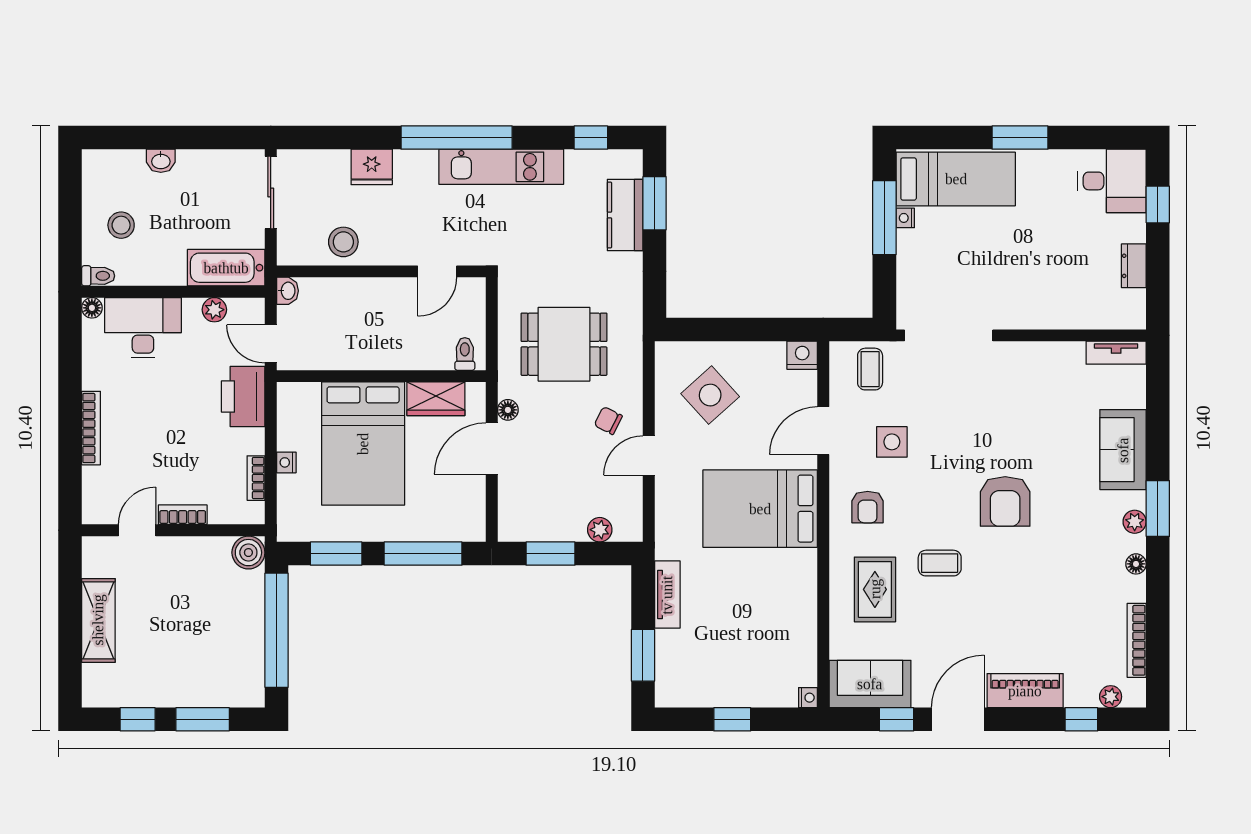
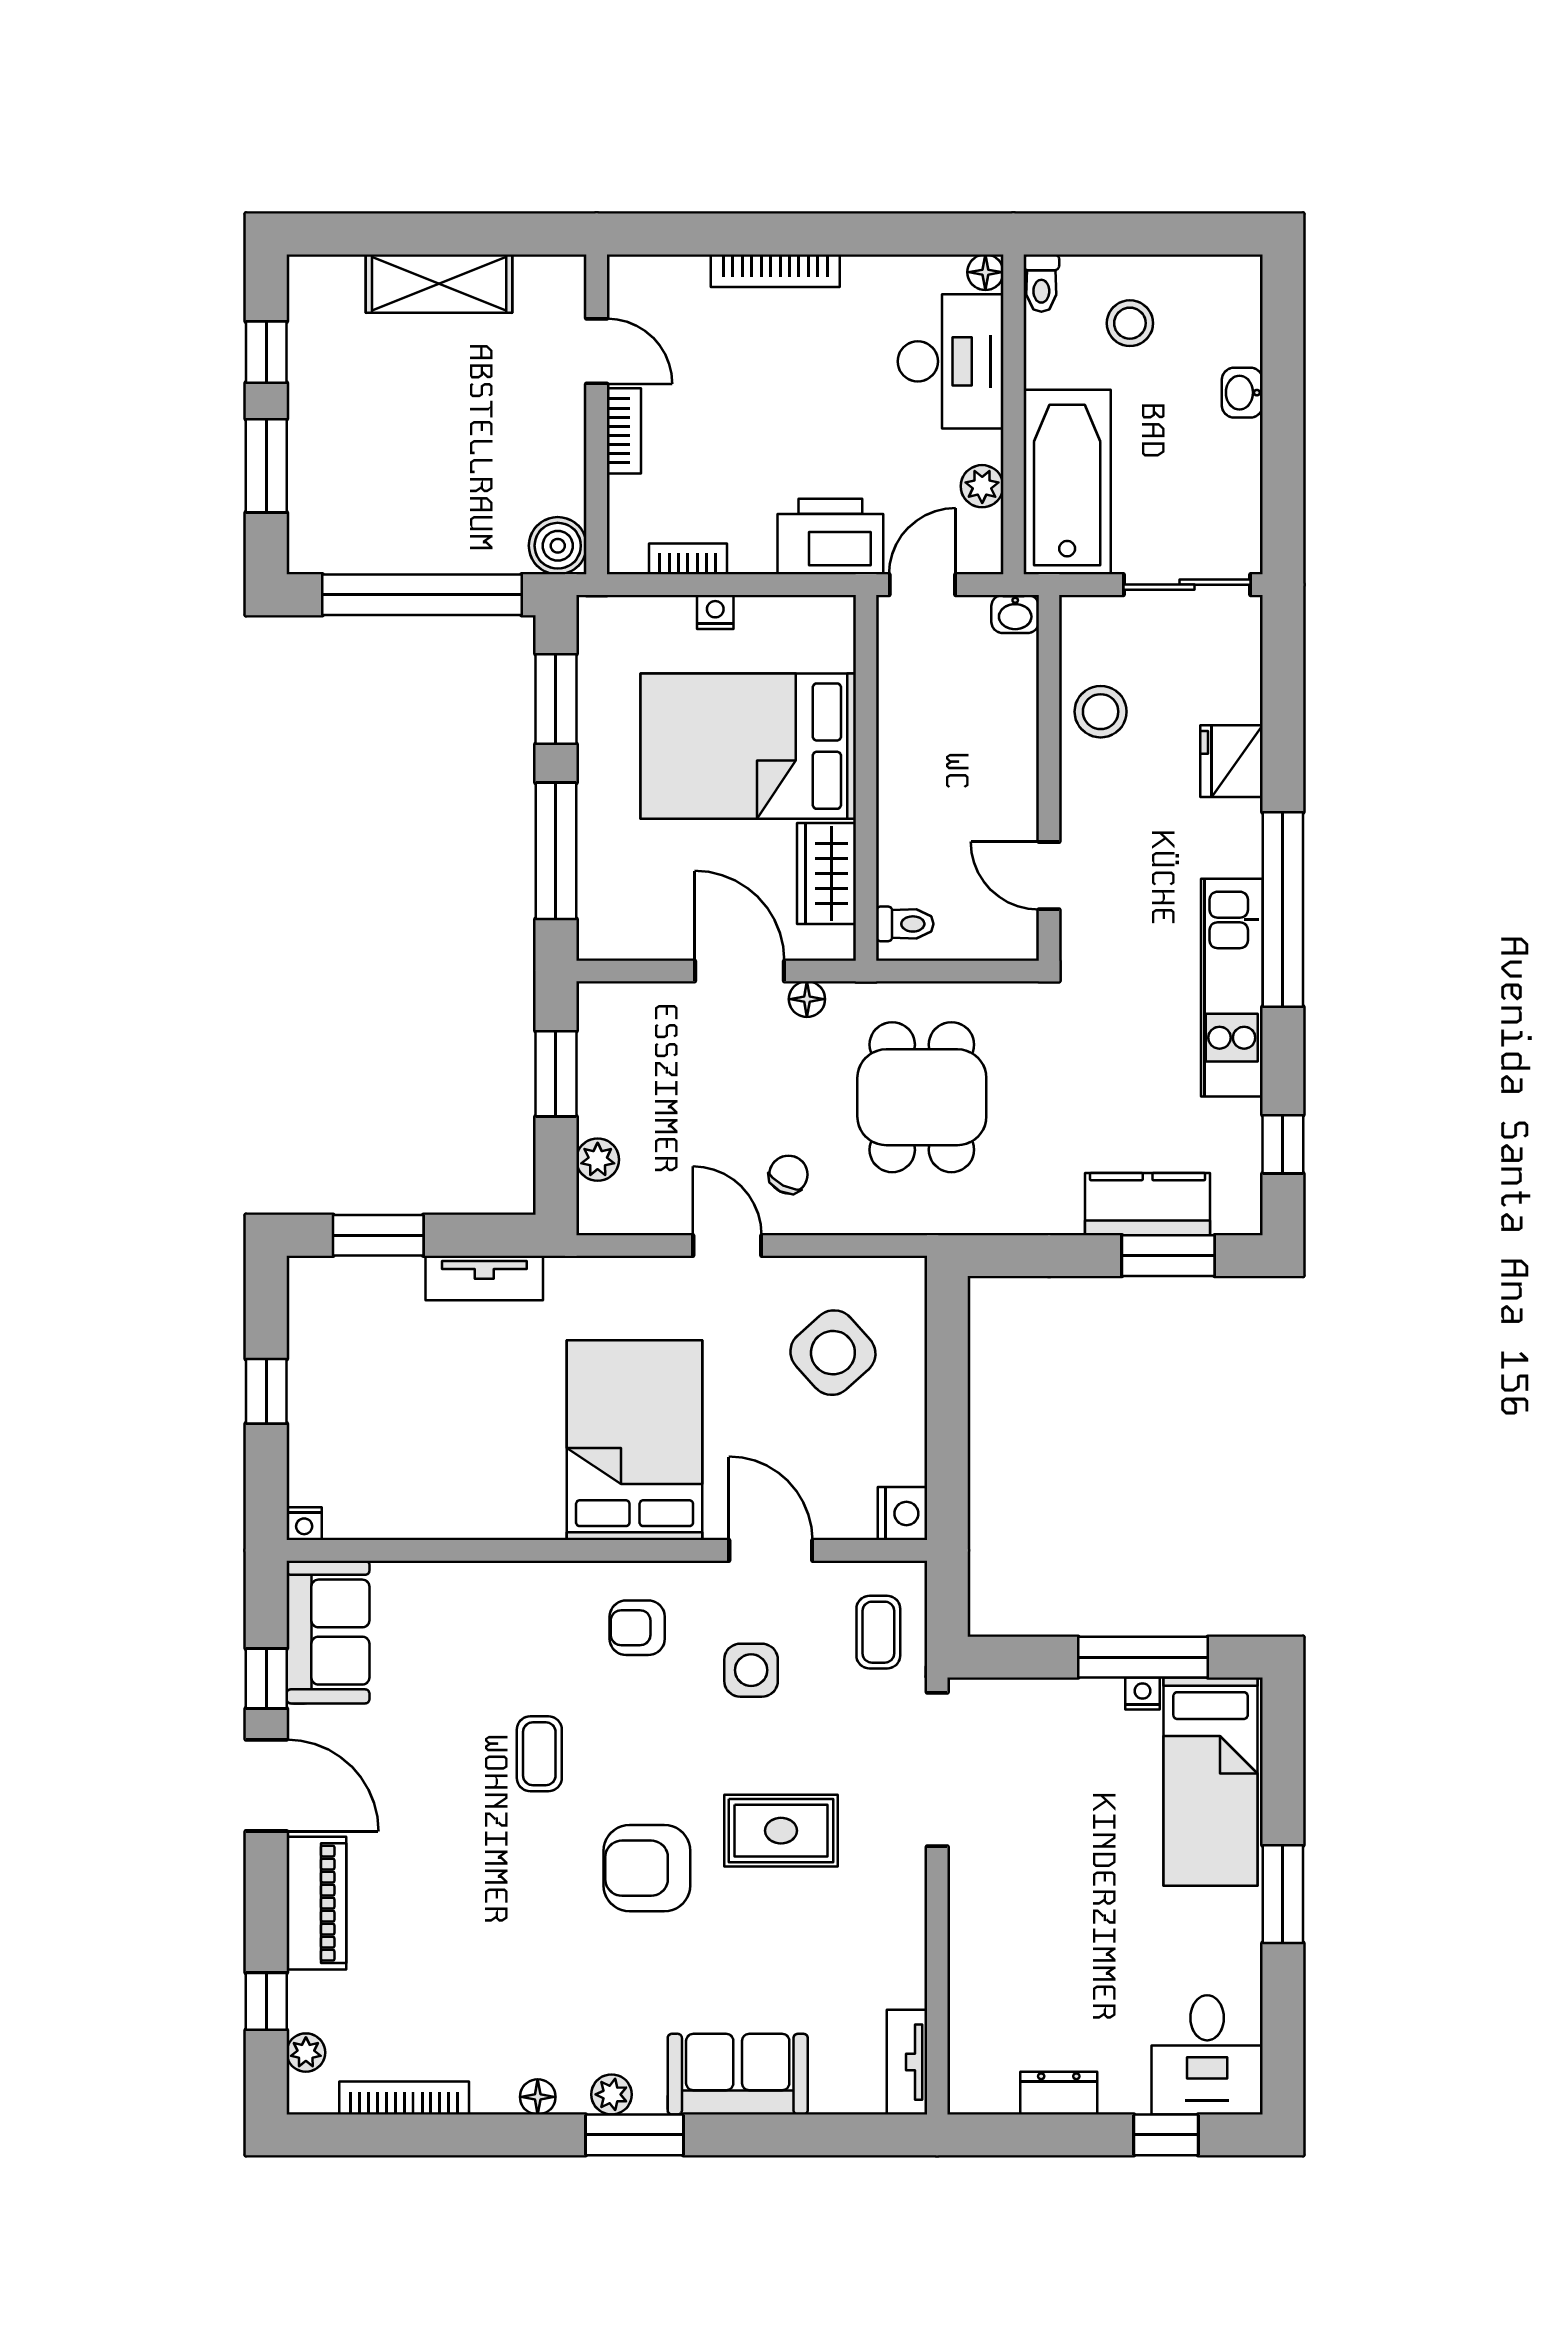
bathtub: (226, 268) -> (1067, 482), width x1.36, depth x1.36
coffee table: (870, 369) -> (878, 1632), turned 90
rug: (875, 589) -> (781, 1831), moved

